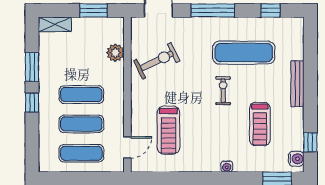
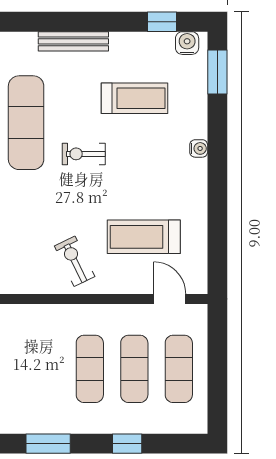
plant: (115, 53) -> (26, 317), removed
exercise bike: (157, 61) -> (75, 261), moved, width x0.73, depth x0.72
window: (32, 103) -> (127, 444), moved
treadmill: (168, 130) -> (144, 237), turned 180

